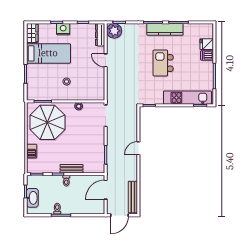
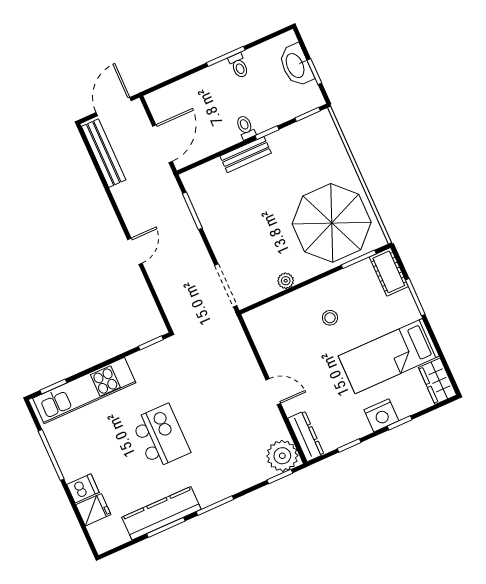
kitchen counter: (165, 29) -> (161, 513), moved
cot: (32, 90) -> (389, 272), added
barbecue: (32, 151) -> (337, 154), removed

